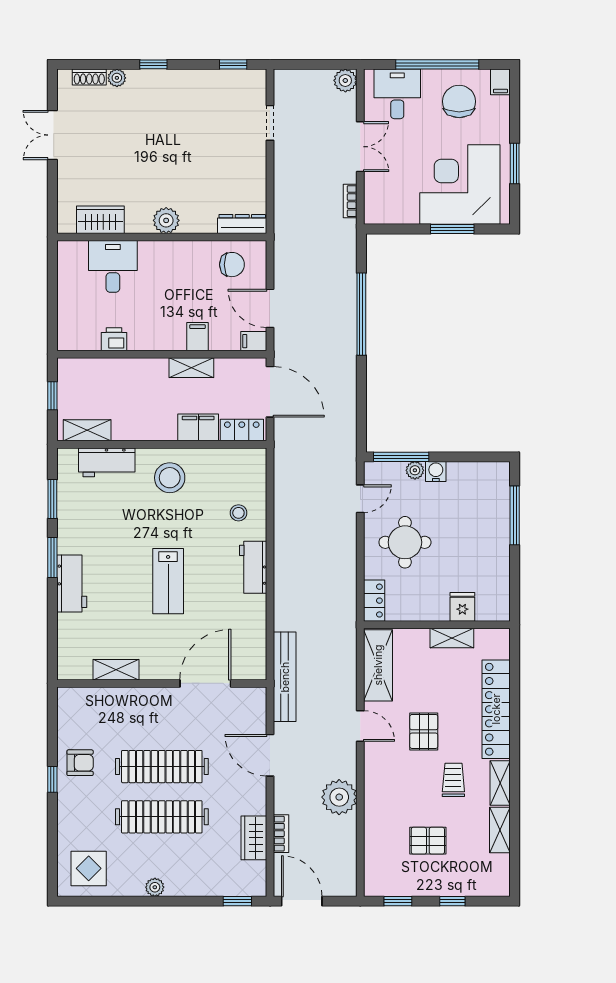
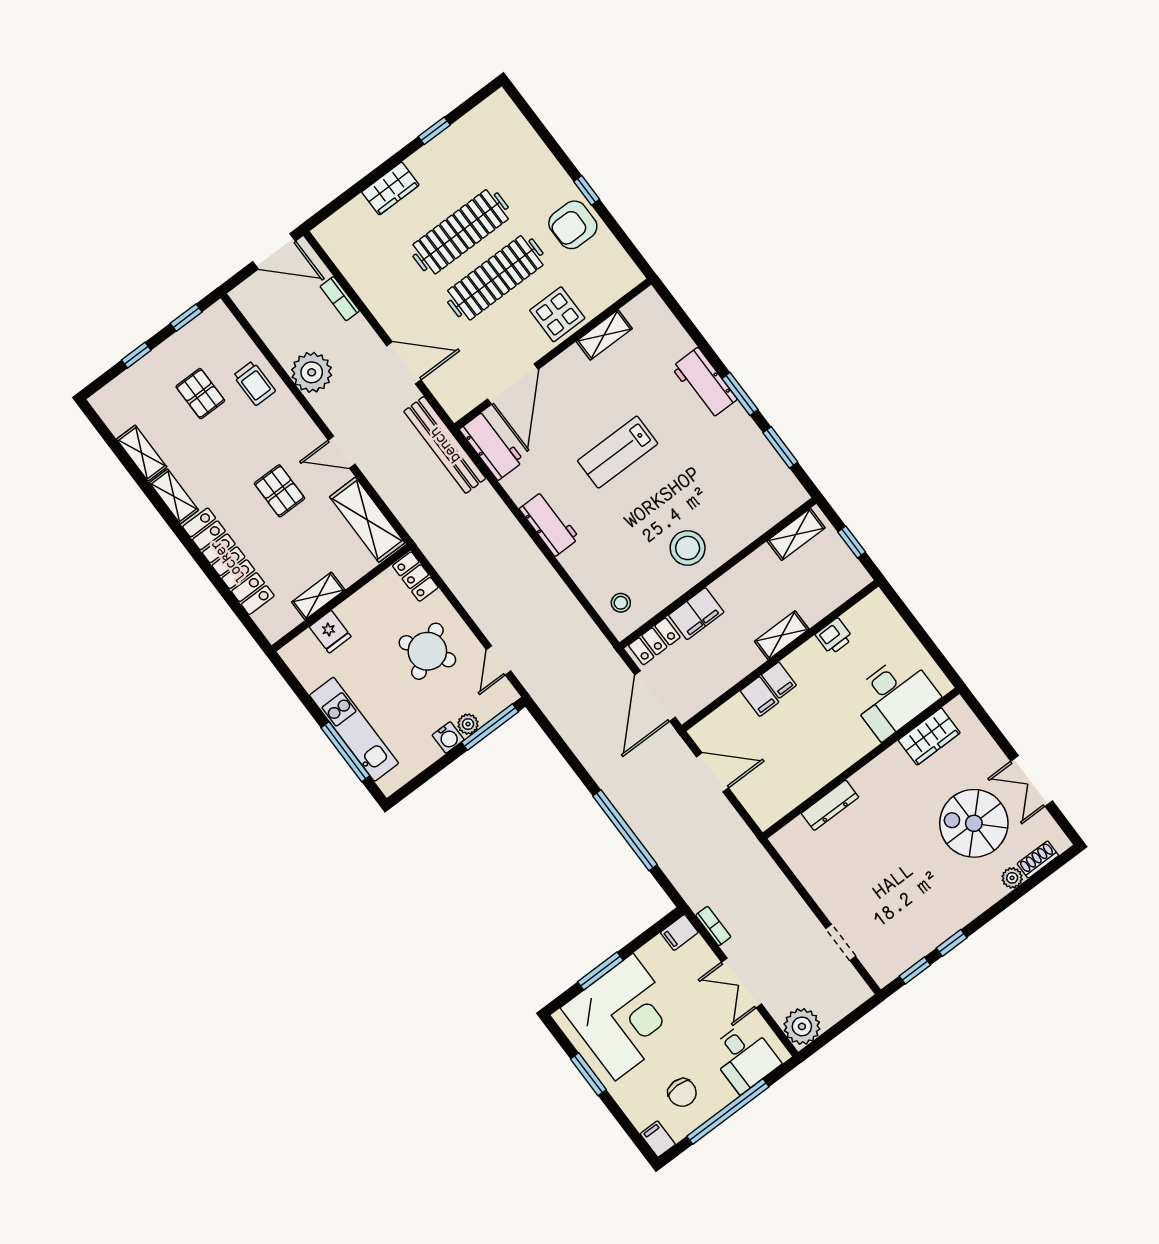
window: (153, 64) -> (952, 943), moved
plant: (345, 80) -> (802, 1026), width x1.36, depth x1.36
chair: (459, 101) -> (682, 1093), width x0.73, depth x0.73
double door: (52, 135) -> (1032, 781), swing flipped
spiral stairs: (115, 136) -> (974, 823), added
filing cabinet: (377, 214) -> (679, 932), added
plant: (166, 220) -> (868, 781), removed
dresser: (242, 224) -> (830, 805), moved
chair: (232, 265) -> (778, 786), removed
desk: (113, 266) -> (894, 696), width x1.37
filing cabinet: (254, 341) -> (779, 680), moved, turned 90
shelving: (191, 368) -> (782, 635), moved
door: (270, 392) -> (655, 696), hinge flipped
workbench: (107, 462) -> (492, 445), moved, turned 90
stool: (238, 513) -> (621, 603), moved
kitchen unit: (497, 526) -> (354, 729), added
round table: (405, 542) -> (427, 651), turned -31
lab bench: (168, 581) -> (618, 452), turned -90
armchair: (80, 763) -> (573, 225), width x1.38, depth x1.38
trolley: (453, 780) -> (254, 383), moved
wardrobe: (254, 838) -> (390, 188), moved, turned 90
pallet: (428, 841) -> (200, 394), turned 90
display table: (89, 868) -> (557, 314), moved
plant: (155, 887) -> (418, 162), removed
window: (237, 901) -> (434, 131), moved

